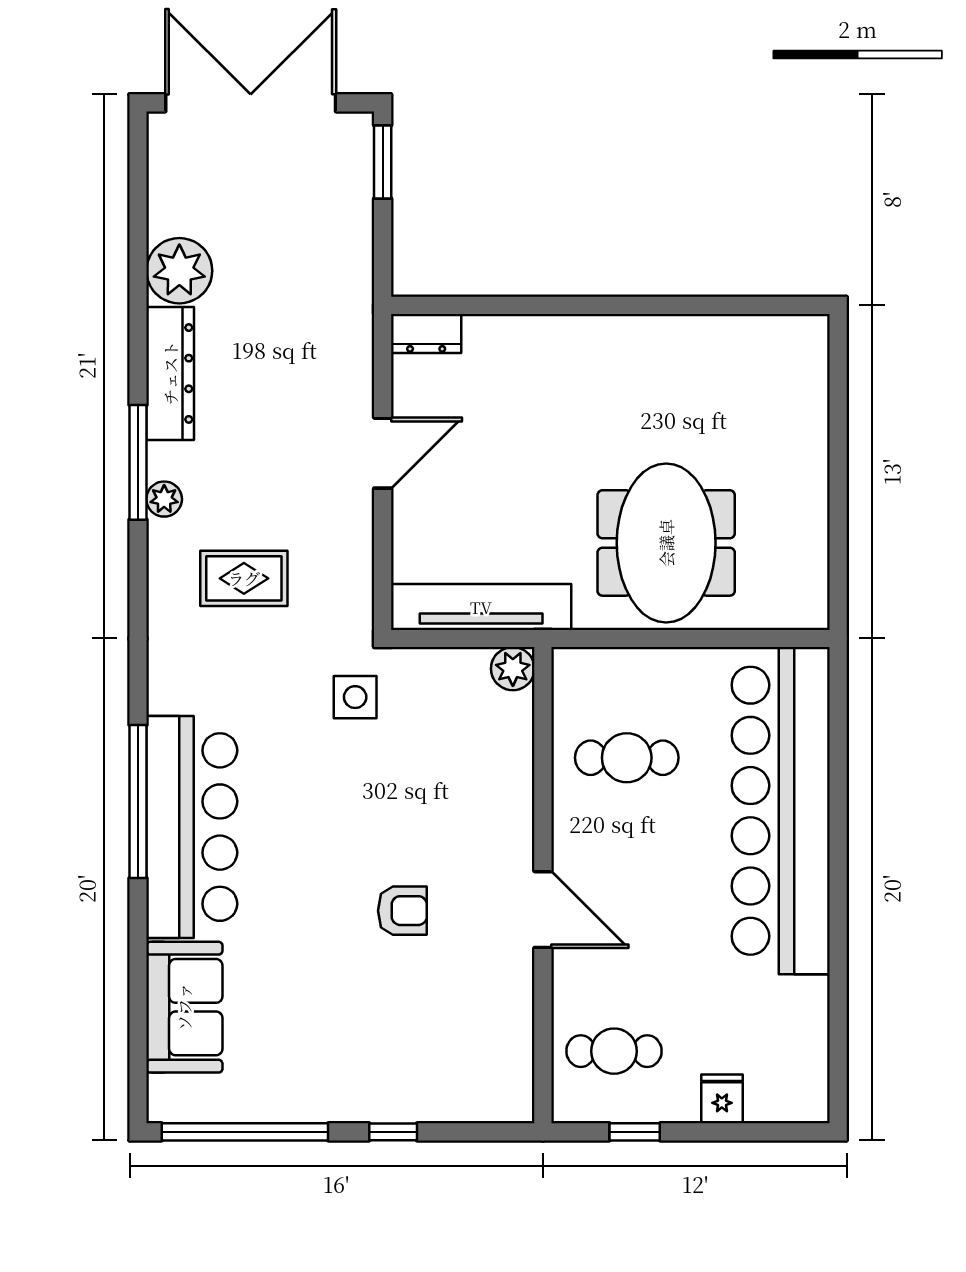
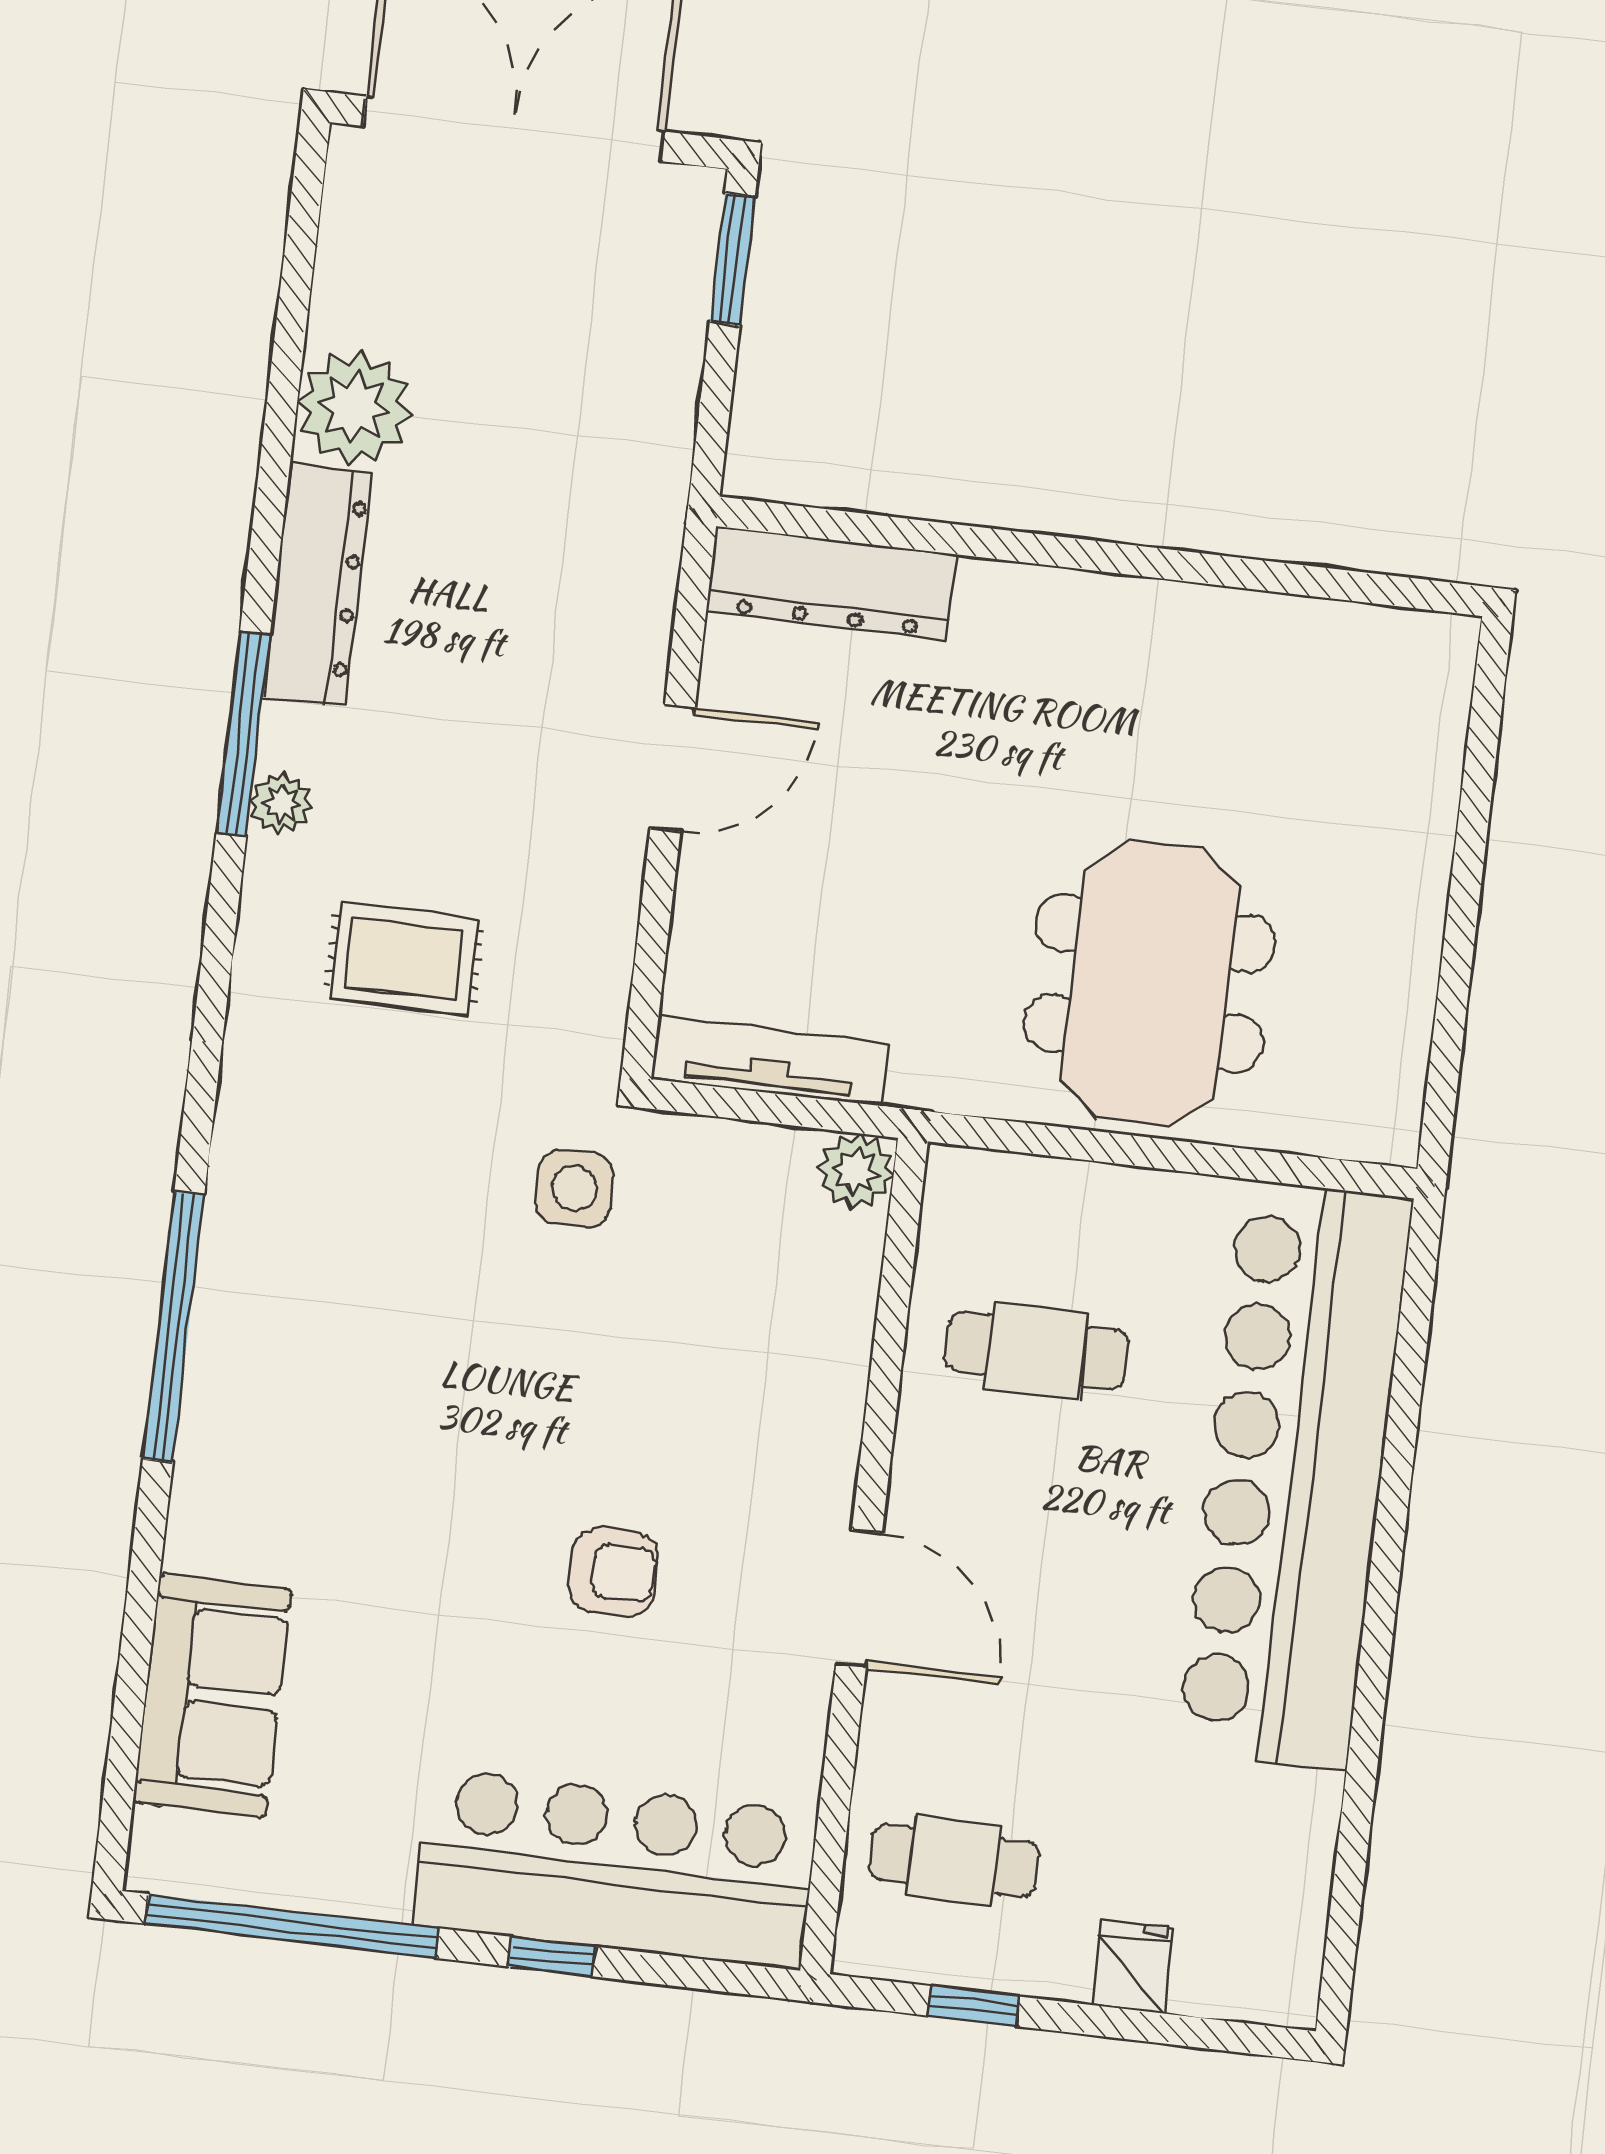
dresser: (426, 333) -> (831, 583), width x1.96, depth x1.24
tv unit: (481, 607) -> (770, 1061), width x0.73, depth x0.78
bar counter: (192, 827) -> (615, 1869), moved, turned -90

